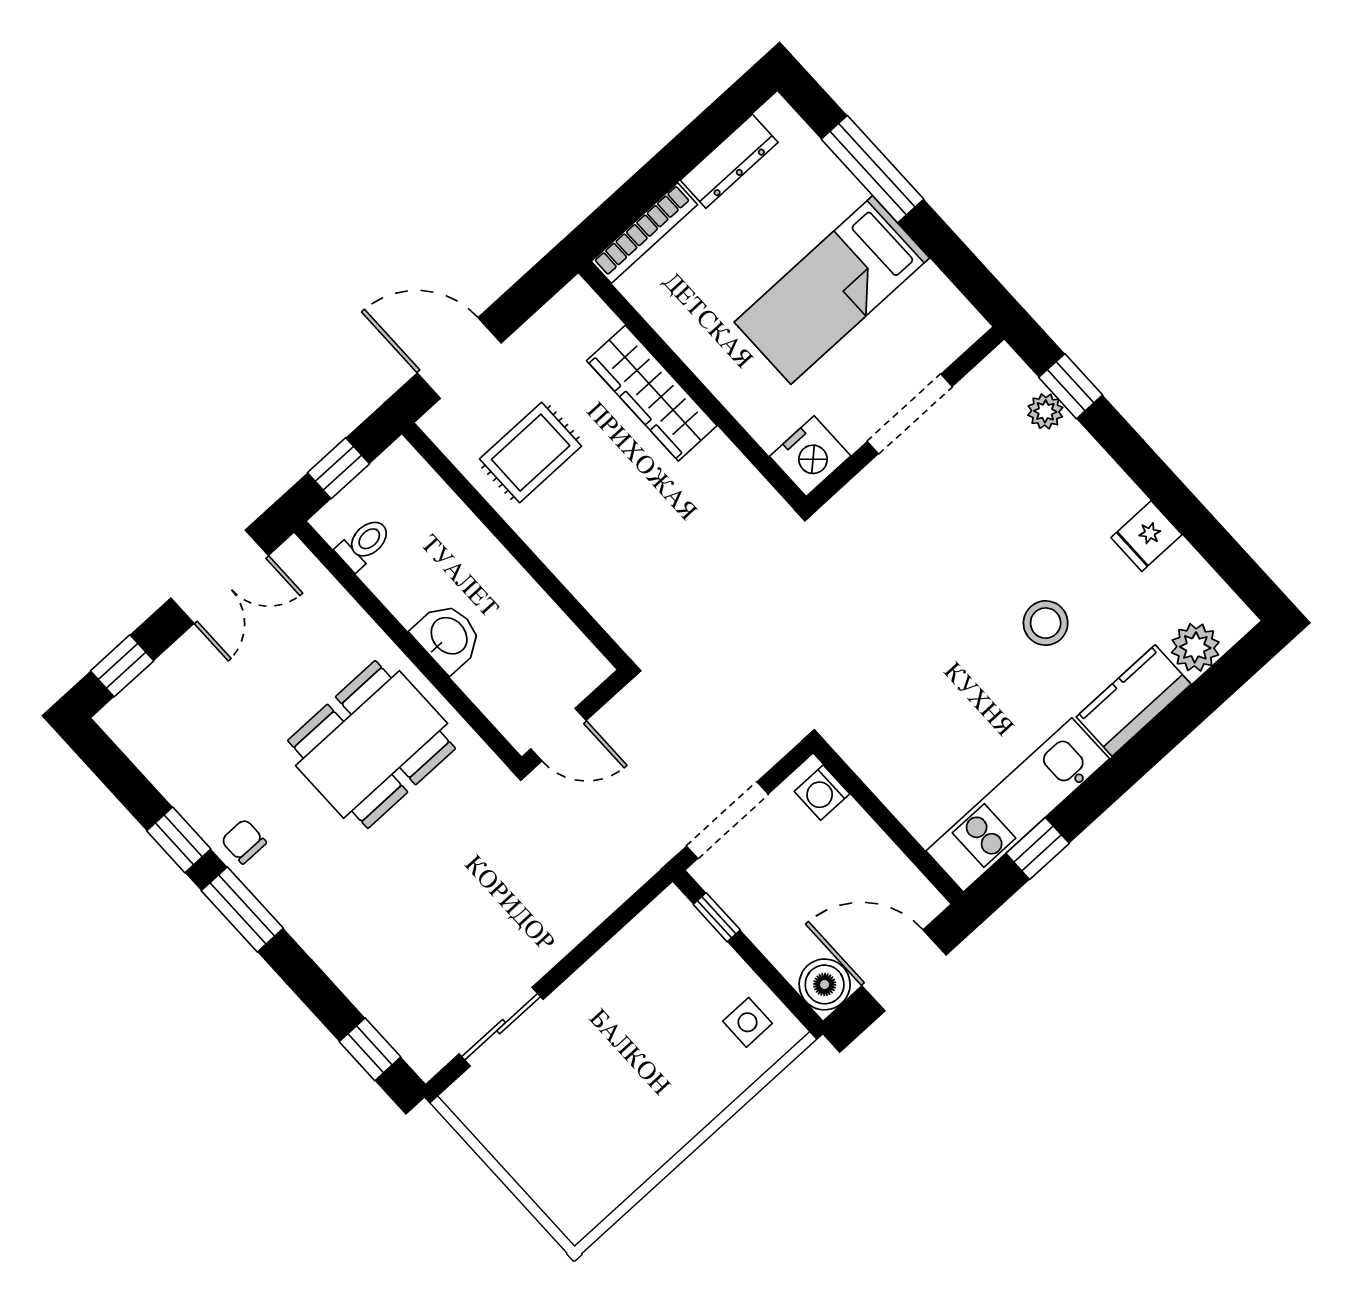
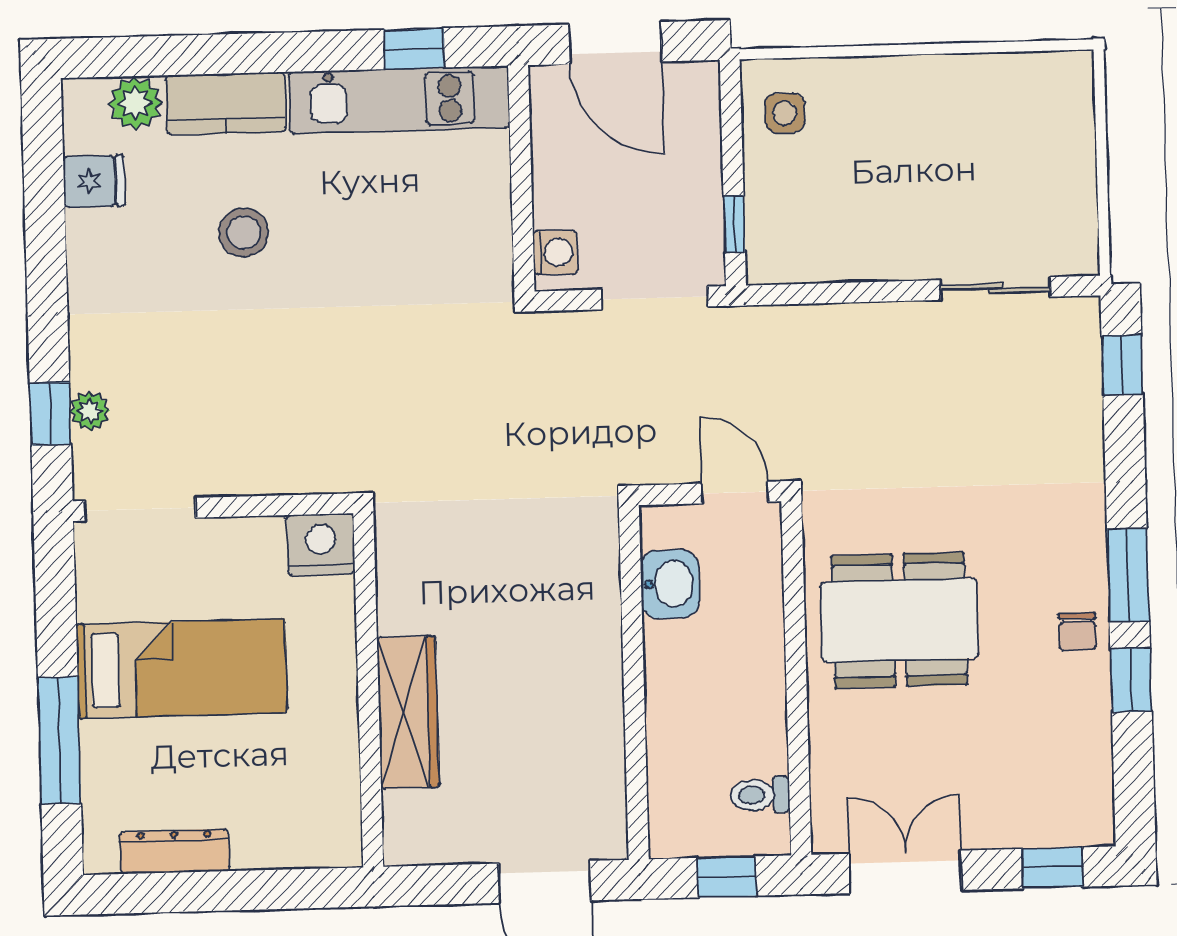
bookcase: (644, 233) -> (298, 853), removed
doorway: (910, 414) -> (140, 509), moved
rug: (531, 453) -> (553, 750), removed
fridge: (1147, 536) -> (94, 181), moved
washbasin: (448, 637) -> (670, 584), moved, turned 180
boiler: (825, 984) -> (692, 89), removed

